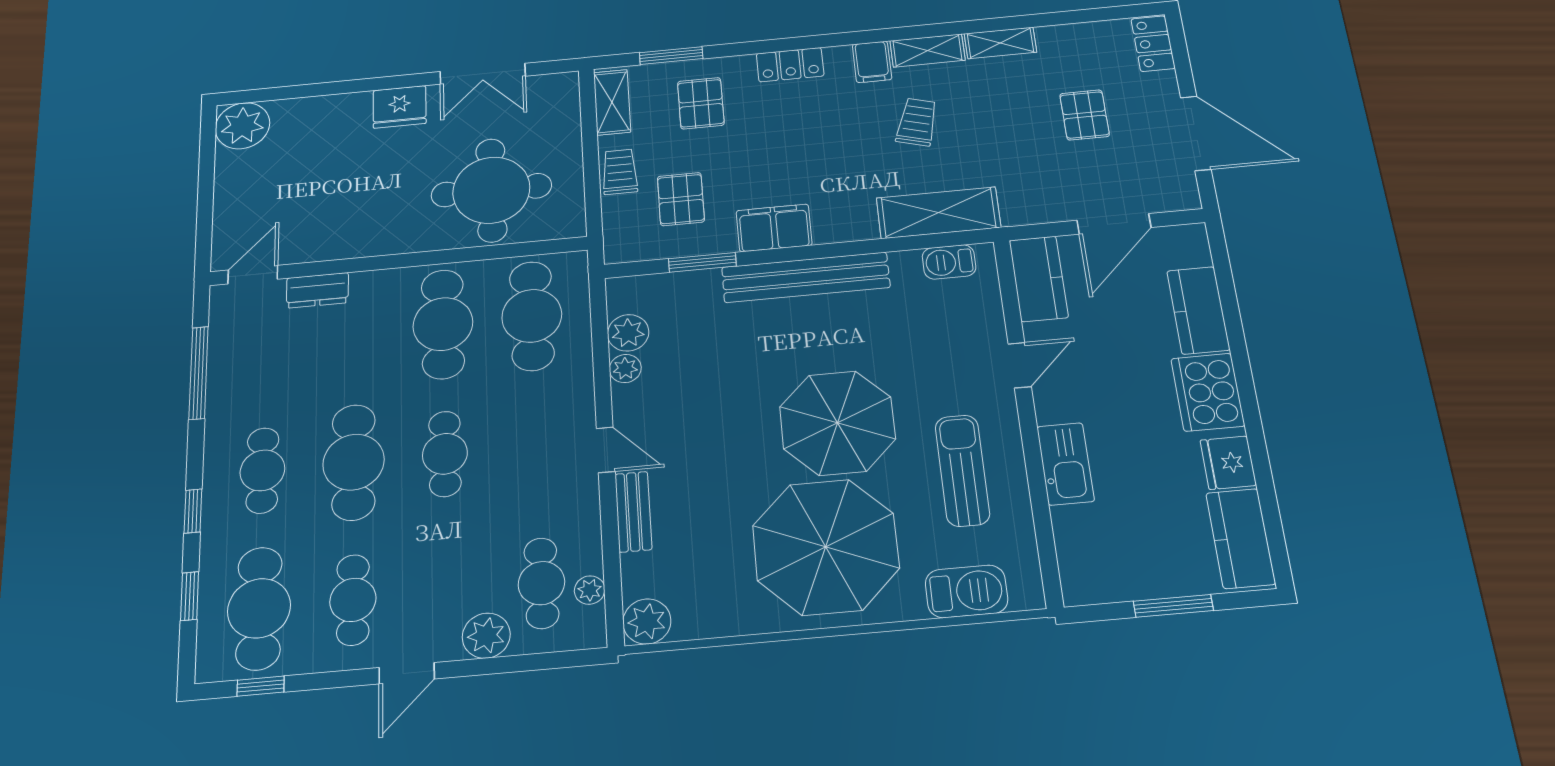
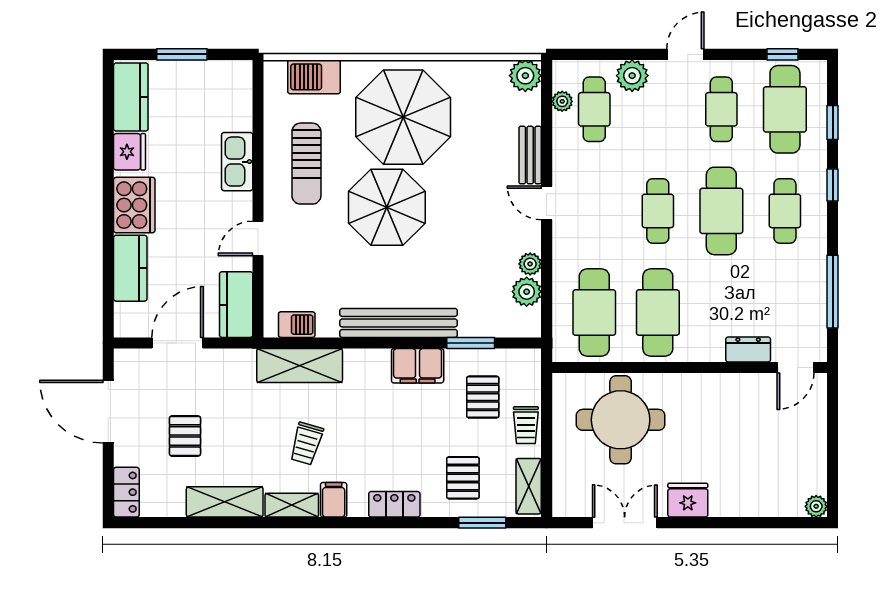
shelving: (1000, 43) -> (225, 502), width x1.50, depth x1.33
plant: (242, 126) -> (816, 506), width x0.53, depth x0.53

